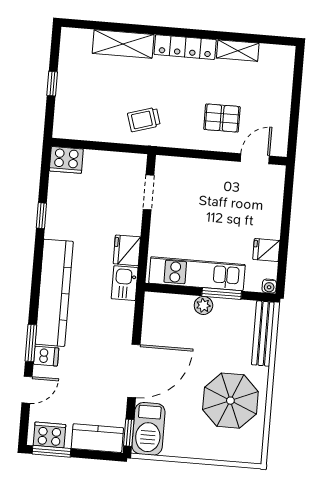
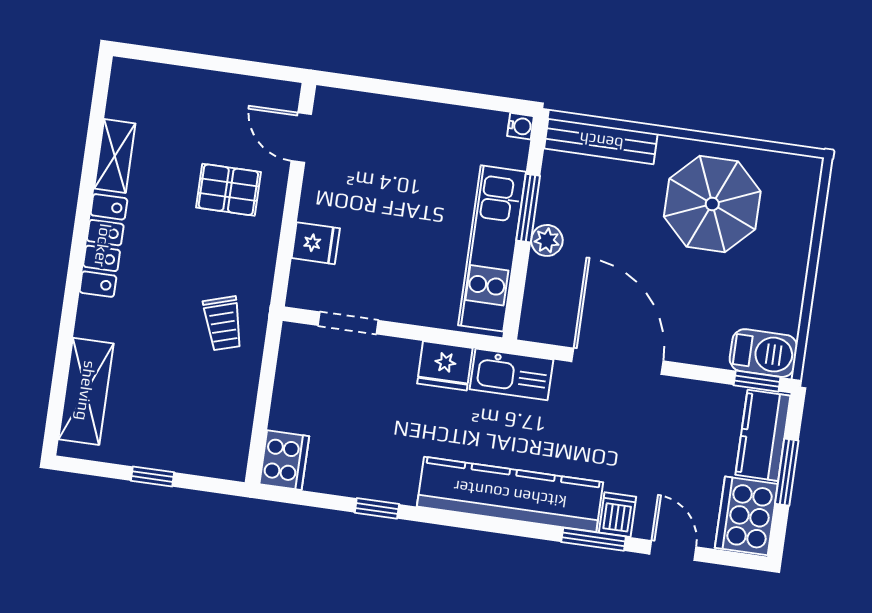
shelving: (123, 44) -> (86, 391), moved
pallet: (222, 118) -> (228, 190), turned 90
fridge: (266, 250) -> (316, 243), moved, turned -90
kitchen sink: (125, 283) -> (511, 374), width x1.38
door: (134, 371) -> (617, 361), moved
barbecue: (148, 429) -> (763, 353), width x0.73, depth x0.83
cooker: (49, 435) -> (746, 516), width x1.37, depth x1.31
window: (51, 451) -> (787, 472), moved

